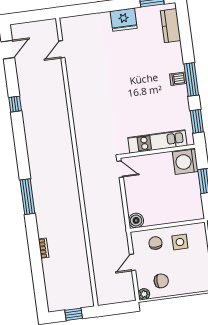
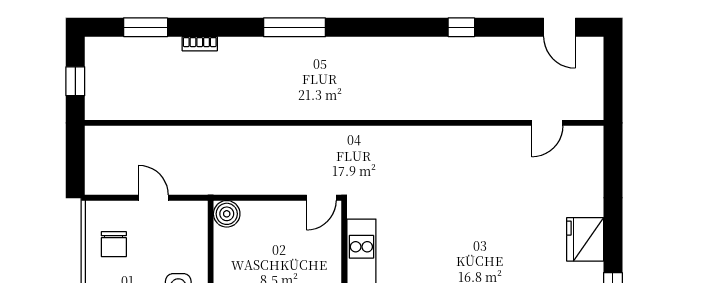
door: (62, 49) -> (547, 123), swing flipped
chair: (155, 243) -> (182, 243), removed
window: (38, 279) -> (146, 27), added
plant: (144, 294) -> (95, 211), removed

